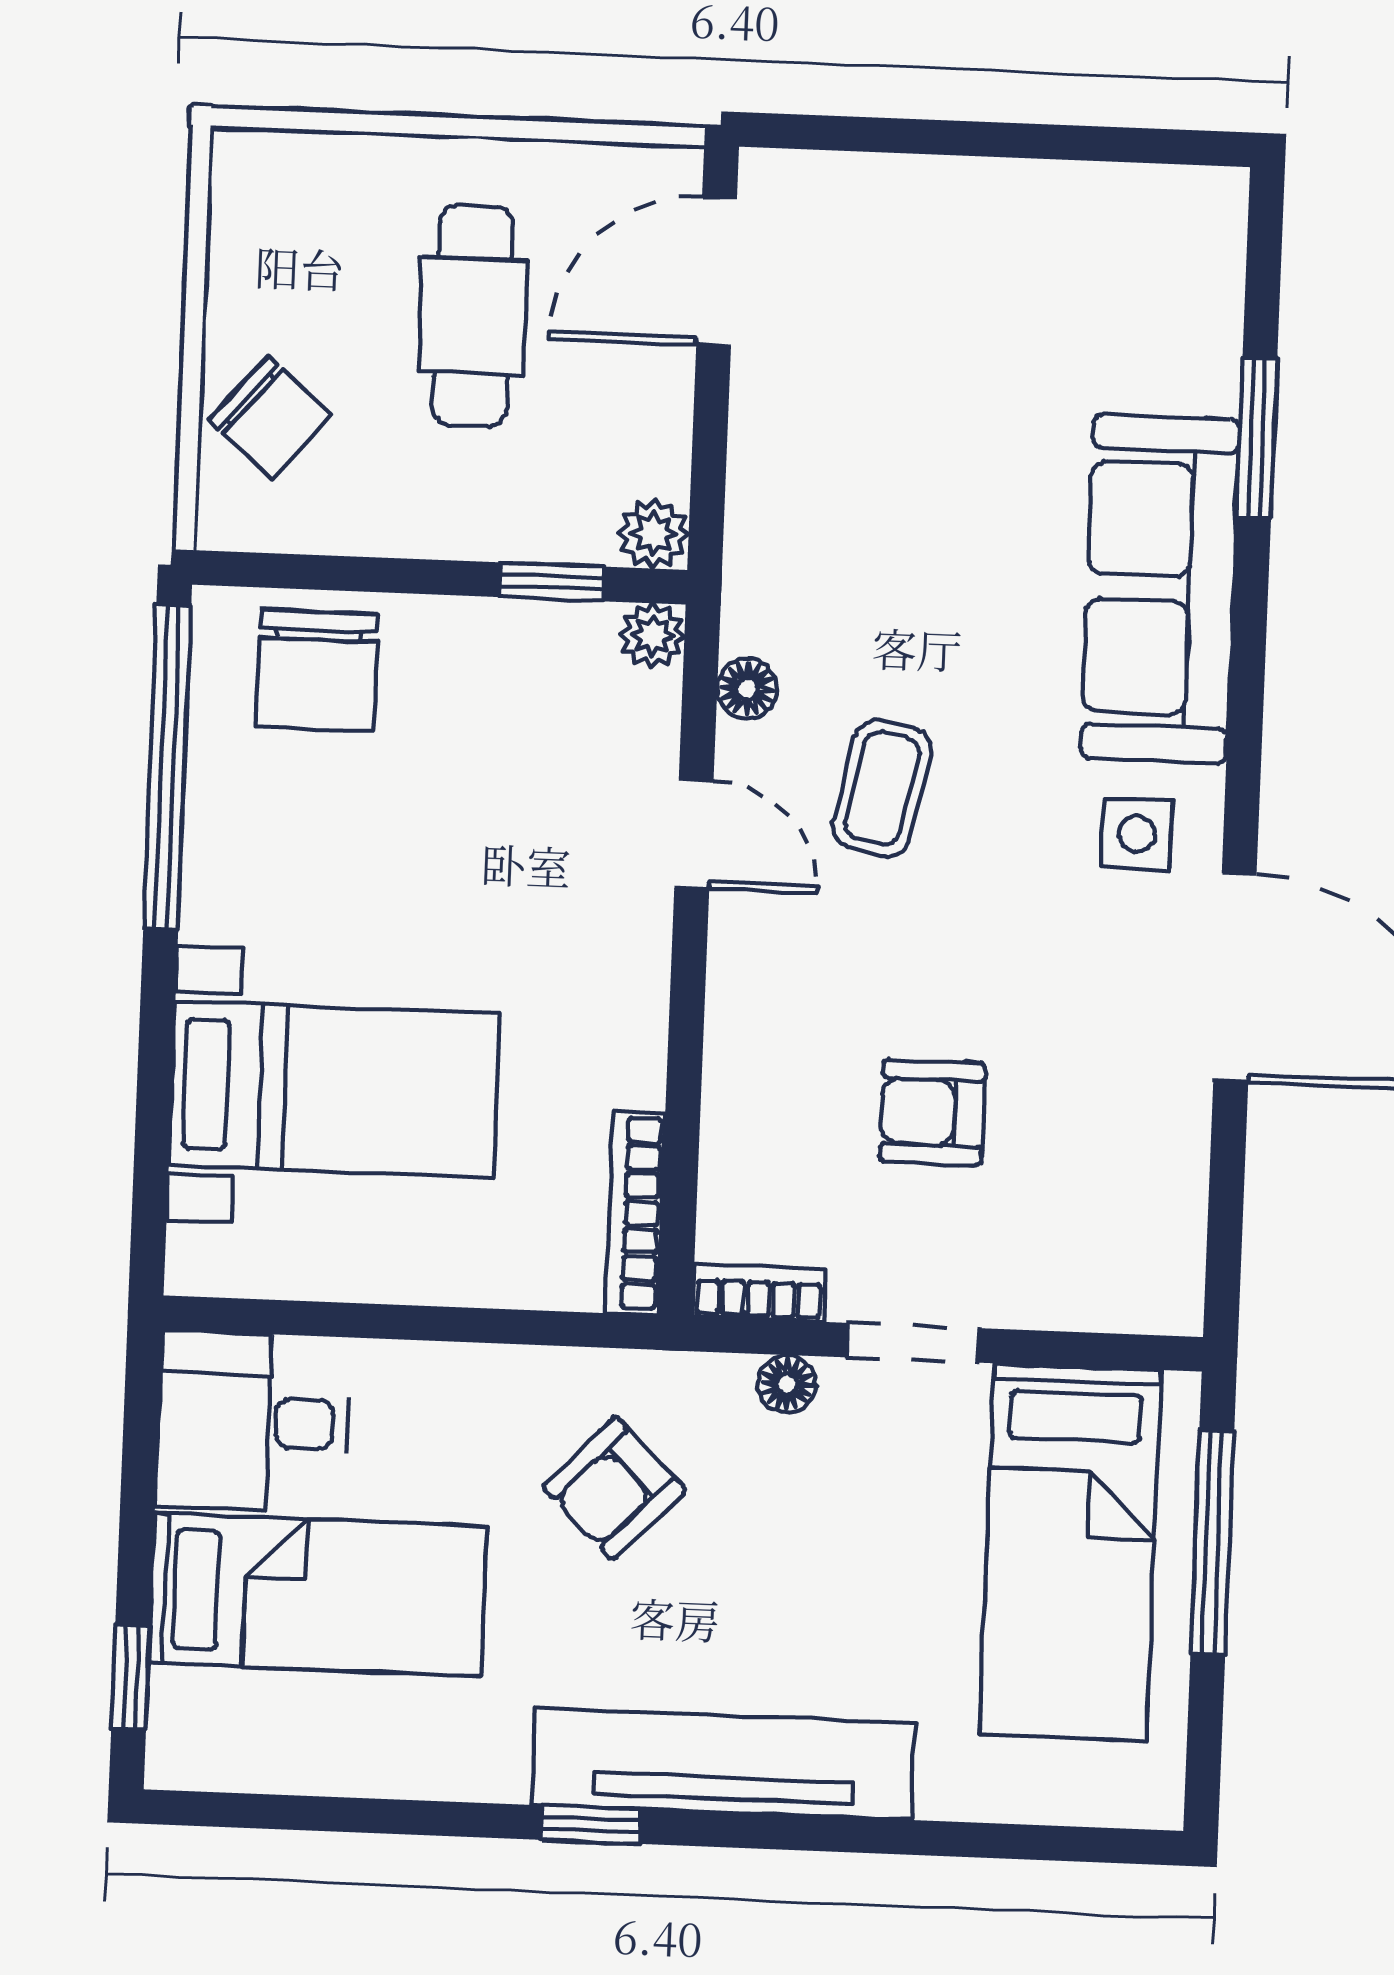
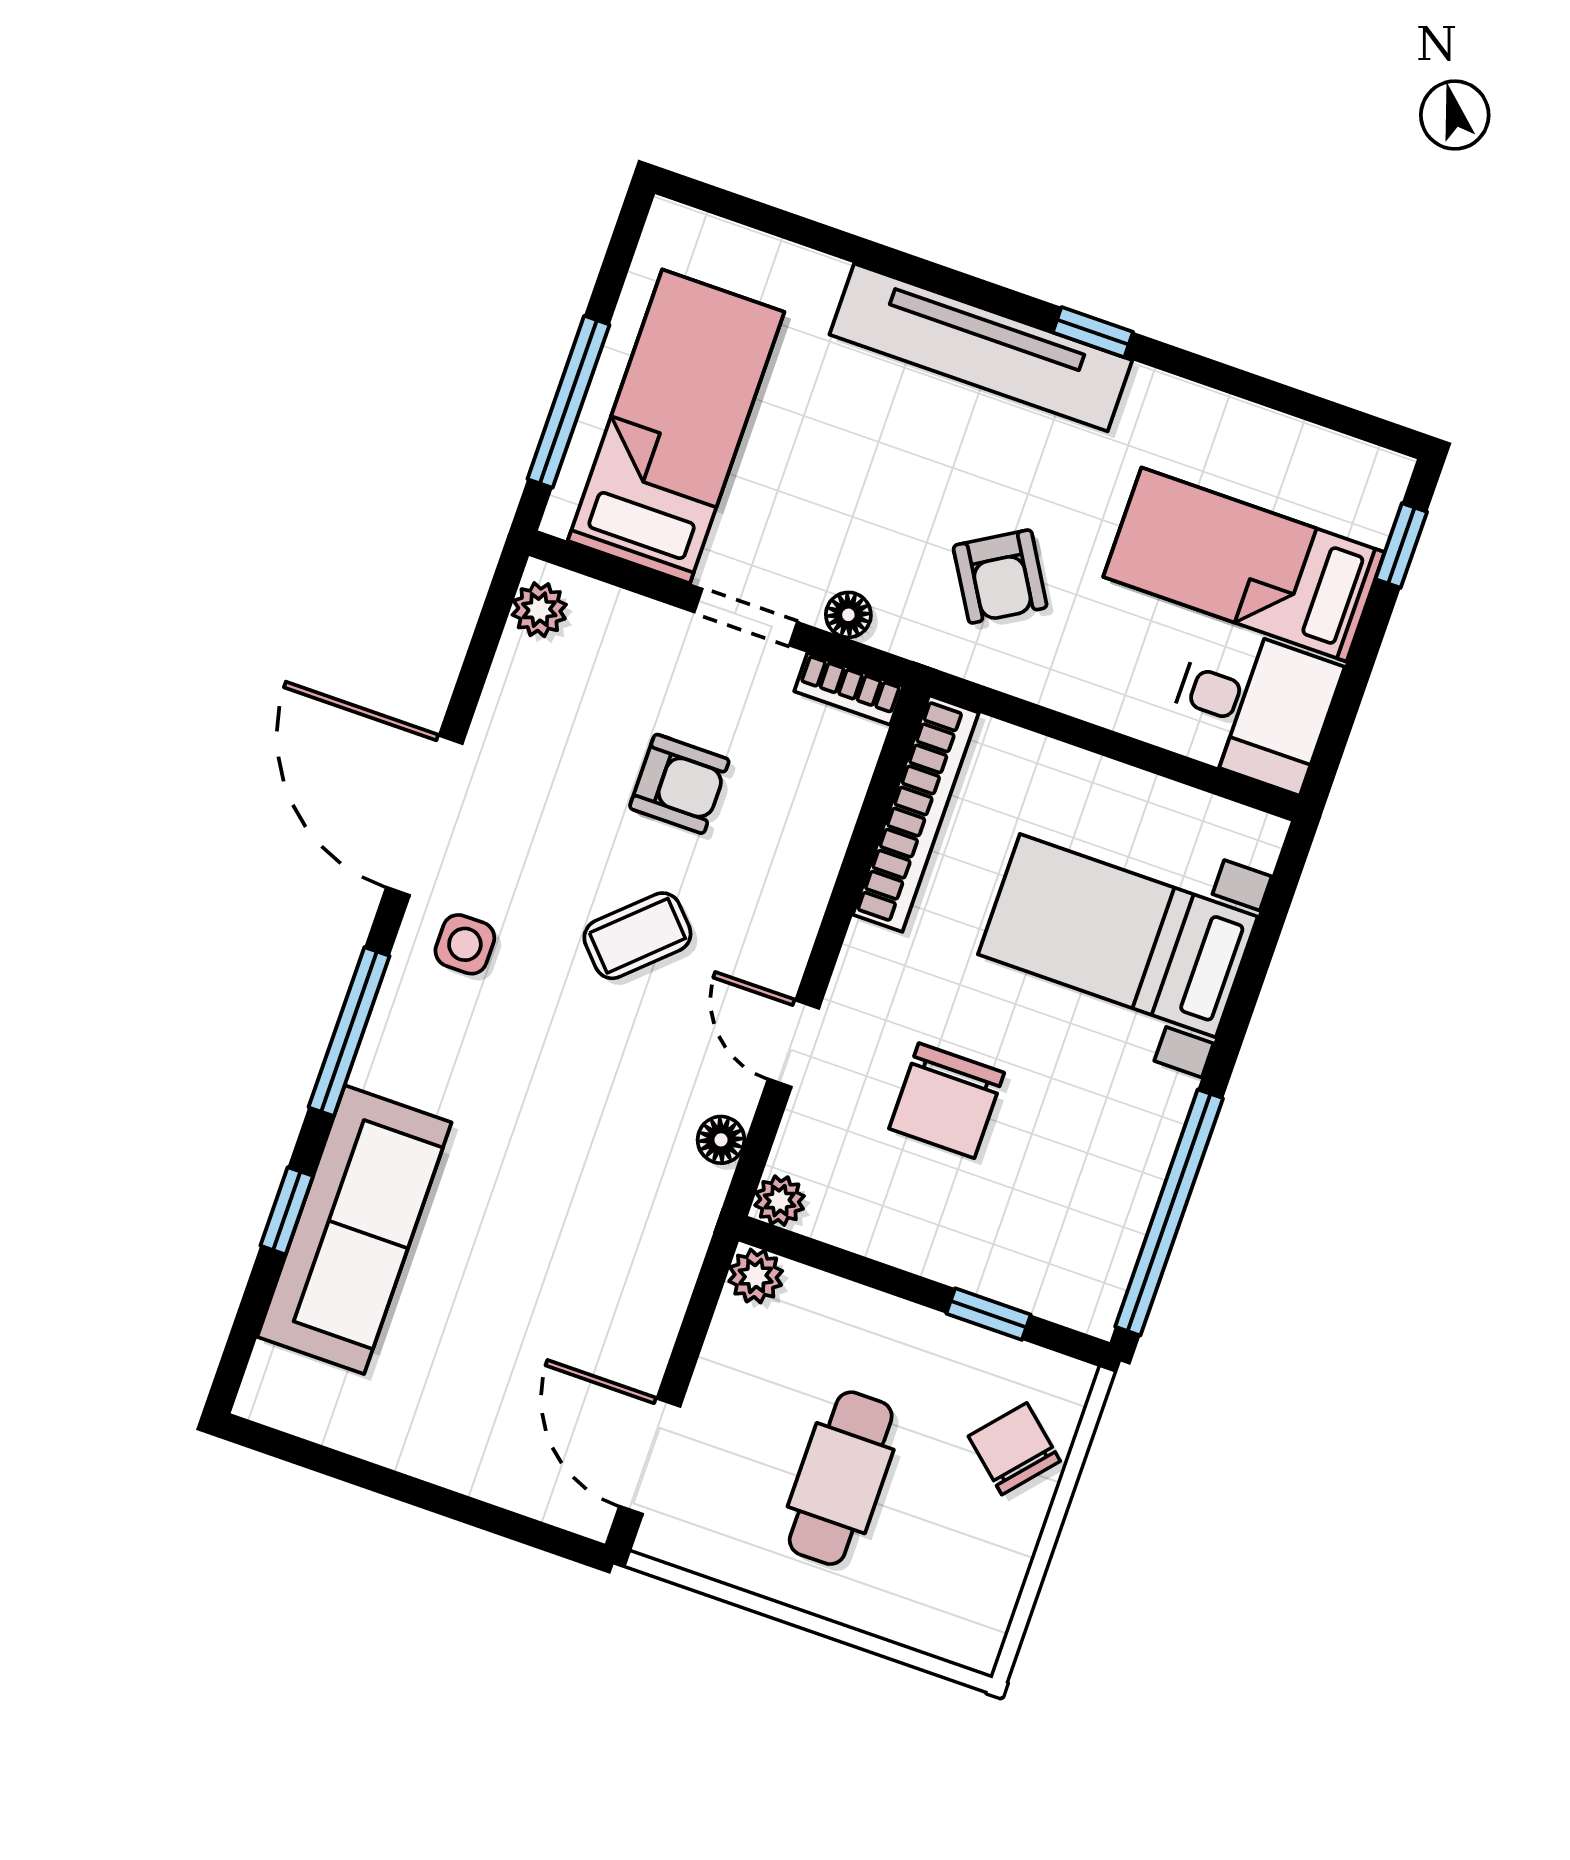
door: (717, 271) -> (650, 1456), swing flipped
window: (1257, 438) -> (287, 1211), width x0.67
window: (552, 582) -> (989, 1314), moved
sofa: (1160, 588) -> (354, 1230), moved
chair: (317, 670) -> (947, 1101), moved, turned 180
window: (1247, 683) -> (349, 1032), added
coffee table: (882, 788) -> (637, 936), moved, turned 35
bookcase: (635, 1213) -> (916, 814), width x1.48, depth x1.31
plant: (1170, 1275) -> (539, 610), added
armchair: (614, 1488) -> (1000, 577), turned 105

